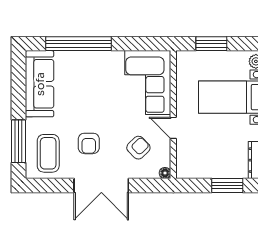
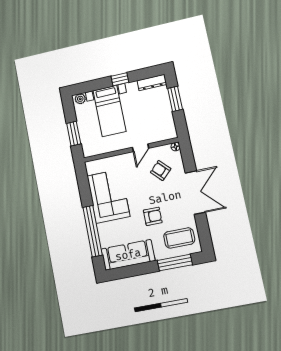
corner sofa: (148, 83) -> (108, 196), moved, turned -90
armchair: (89, 143) -> (153, 216), moved

